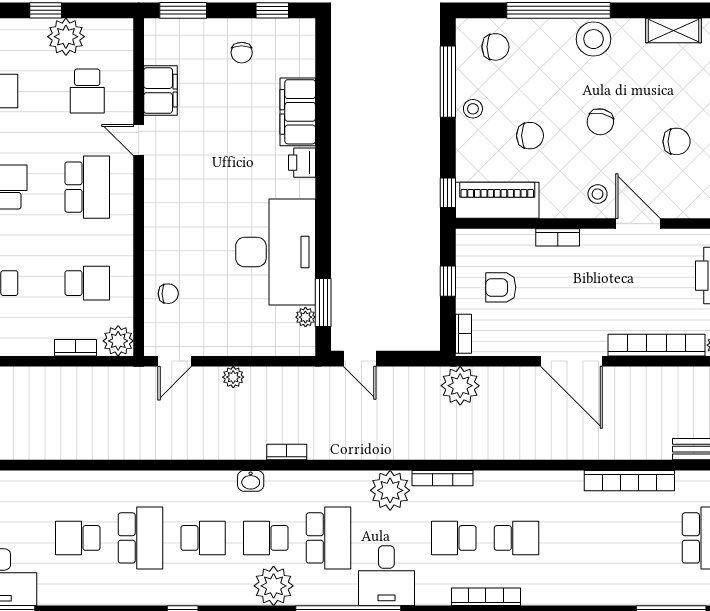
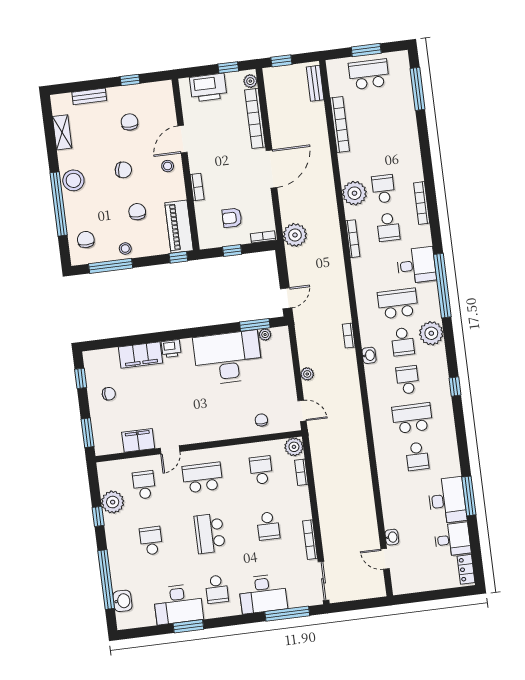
school desk: (87, 91) -> (144, 485), turned -90
armchair: (501, 287) -> (232, 218), turned 90
plant: (390, 490) -> (354, 193), moved

